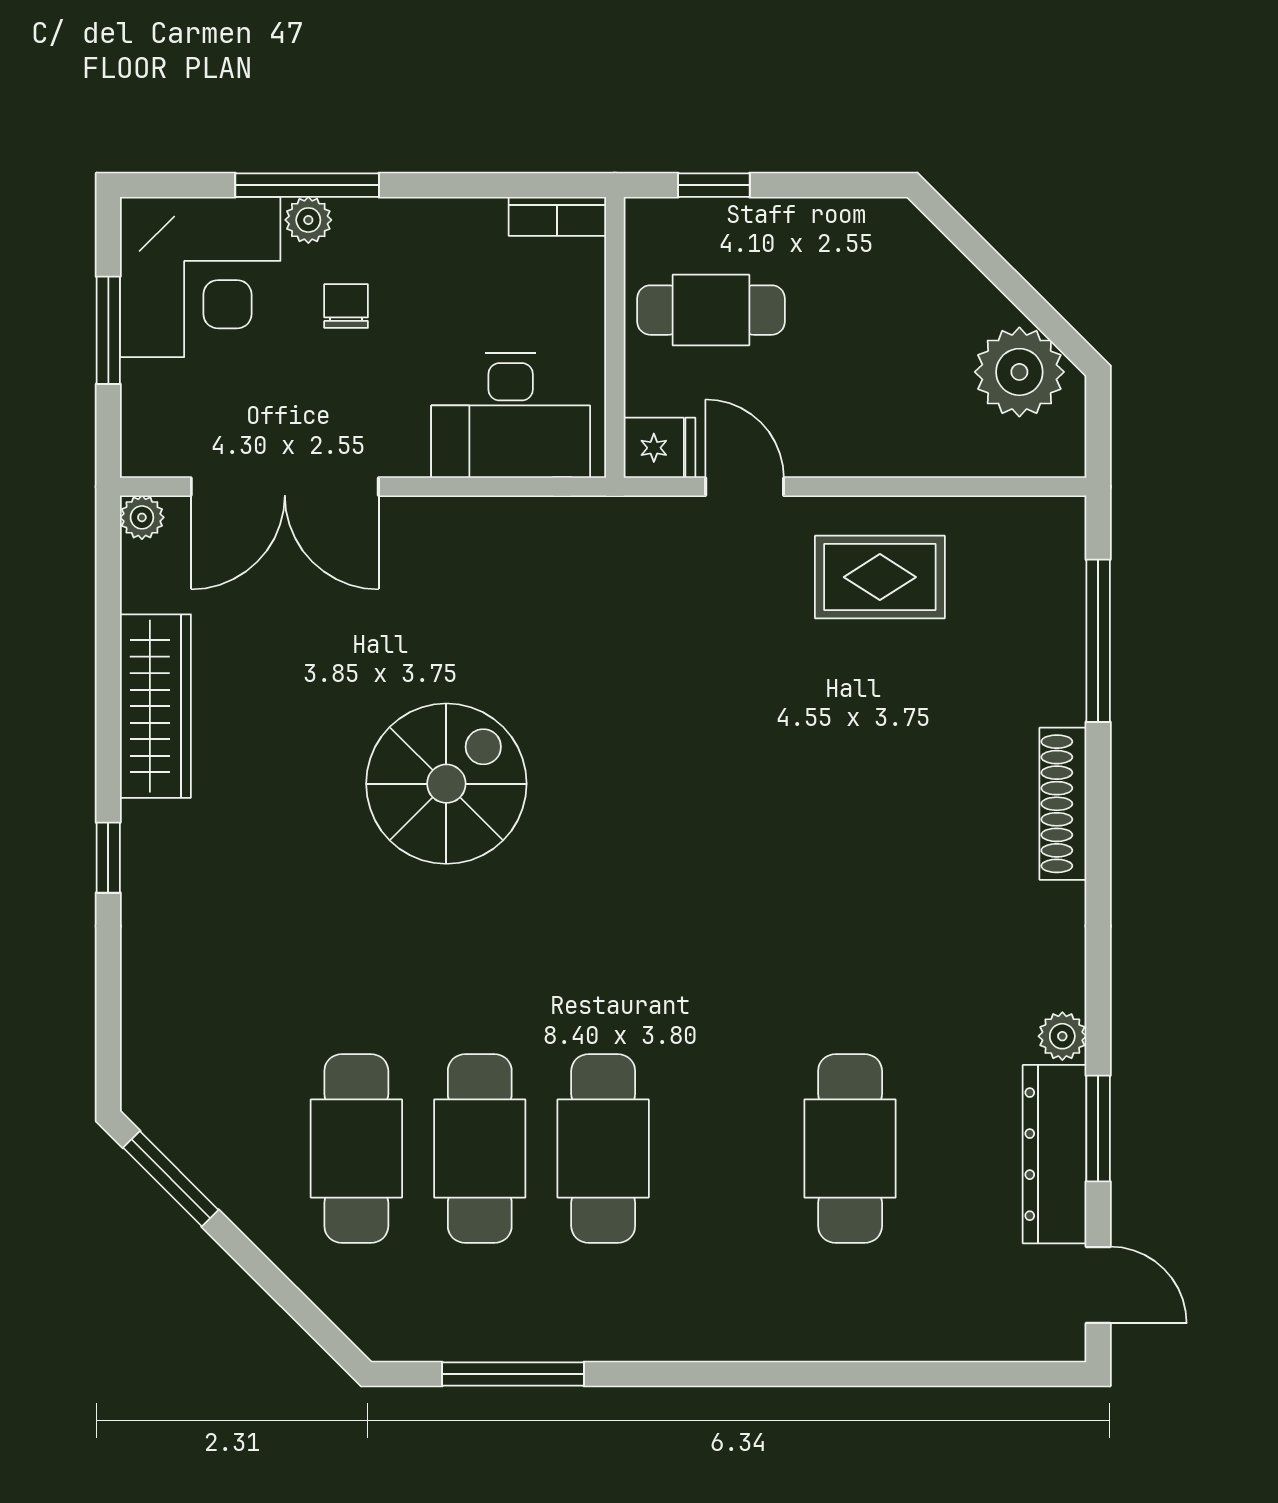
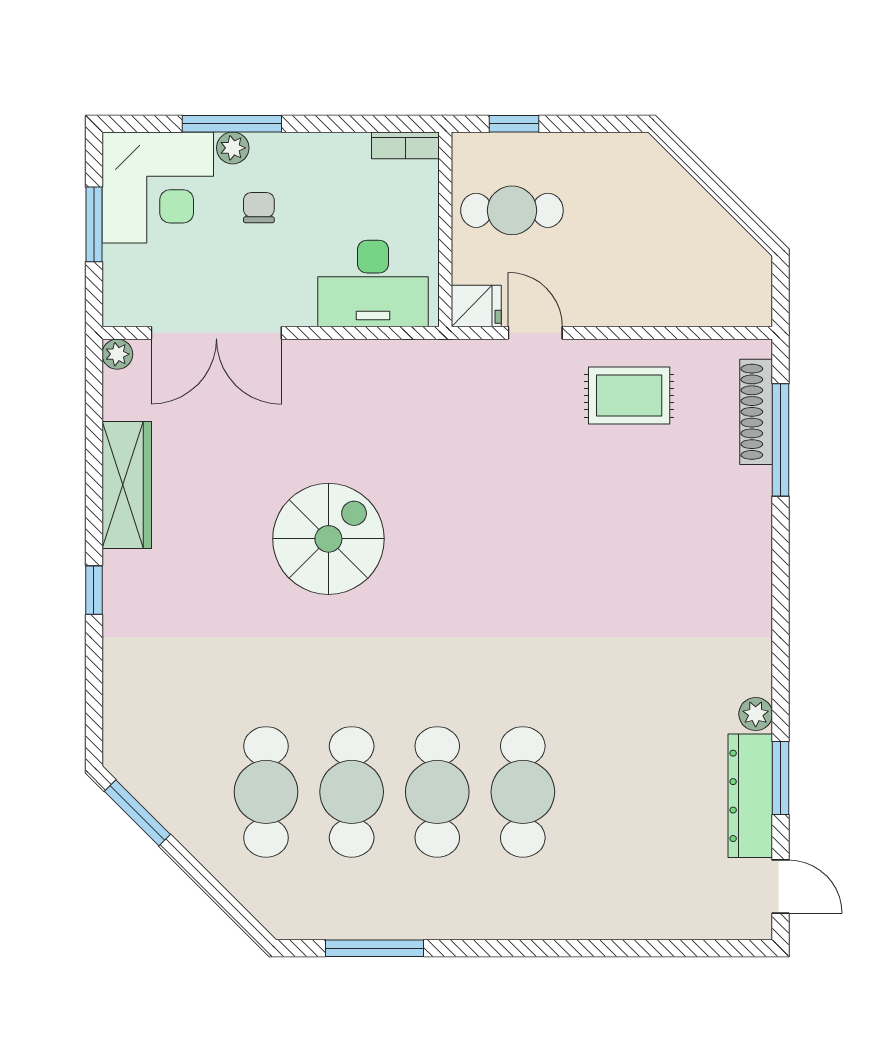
plant: (1019, 372) -> (726, 253), removed
shoe rack: (1063, 804) -> (756, 412), moved
cafe table: (850, 1148) -> (523, 792), moved

